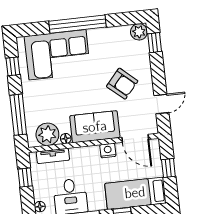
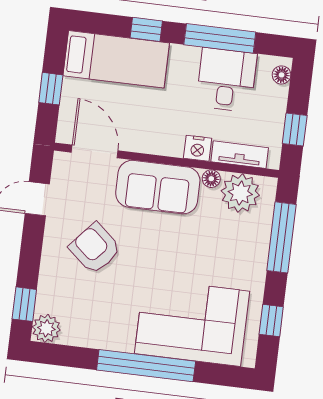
nightstand: (108, 151) -> (198, 148), moved

